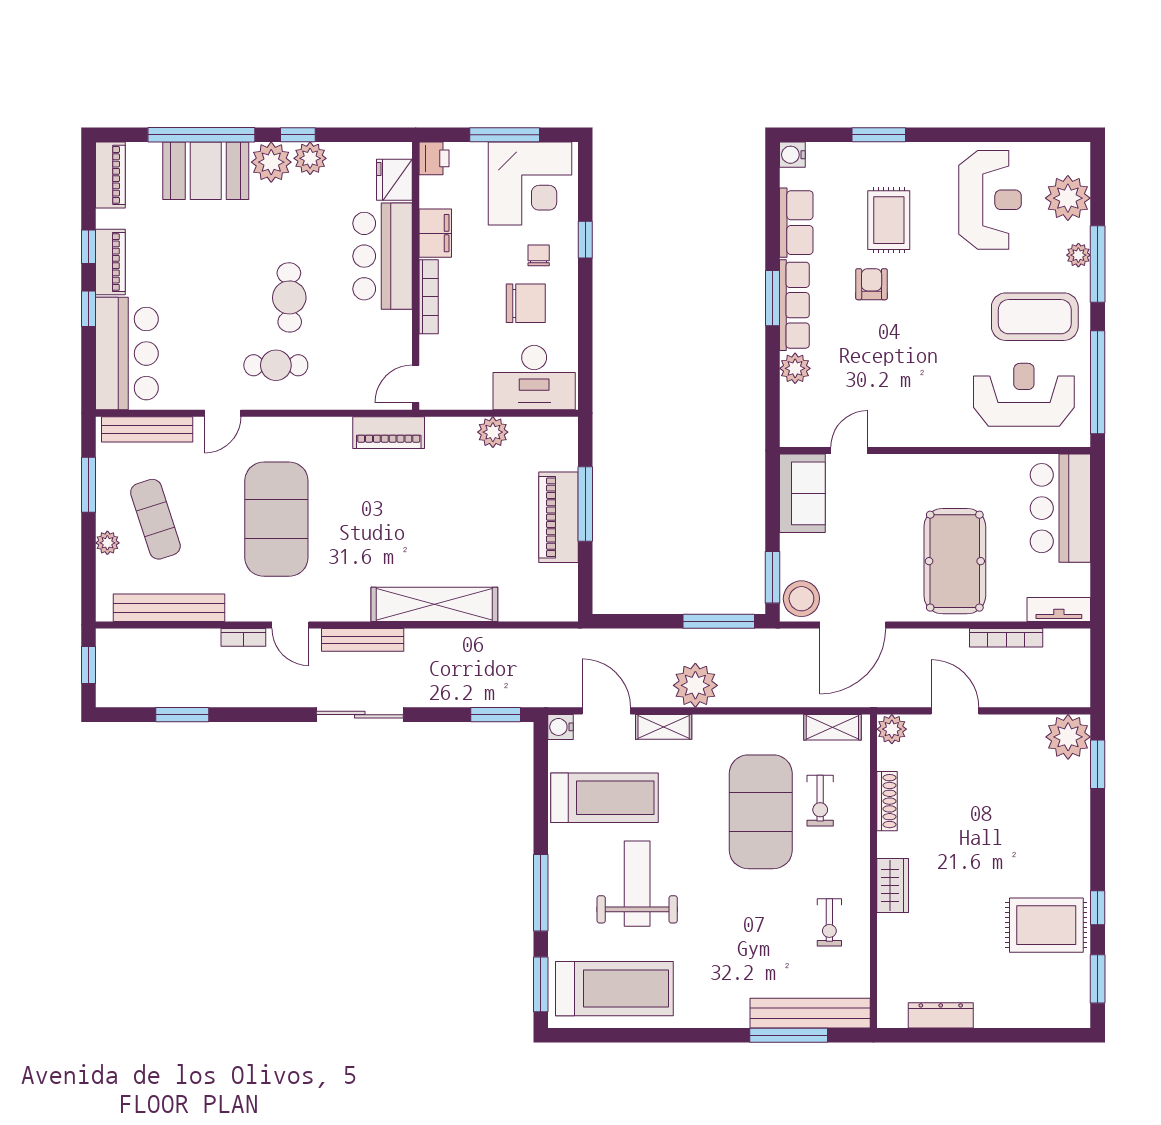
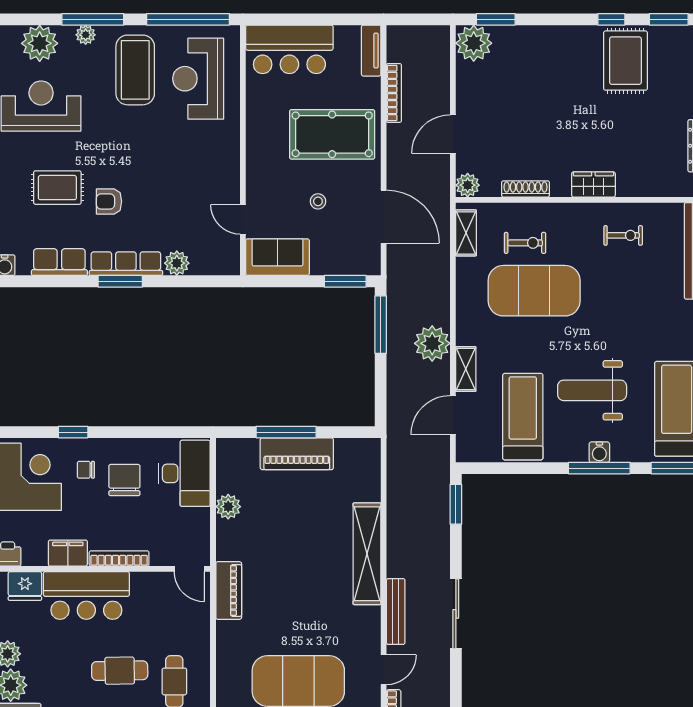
stool: (801, 599) -> (318, 201), moved, width x0.53, depth x0.53
water cooler: (560, 727) -> (599, 452), moved

